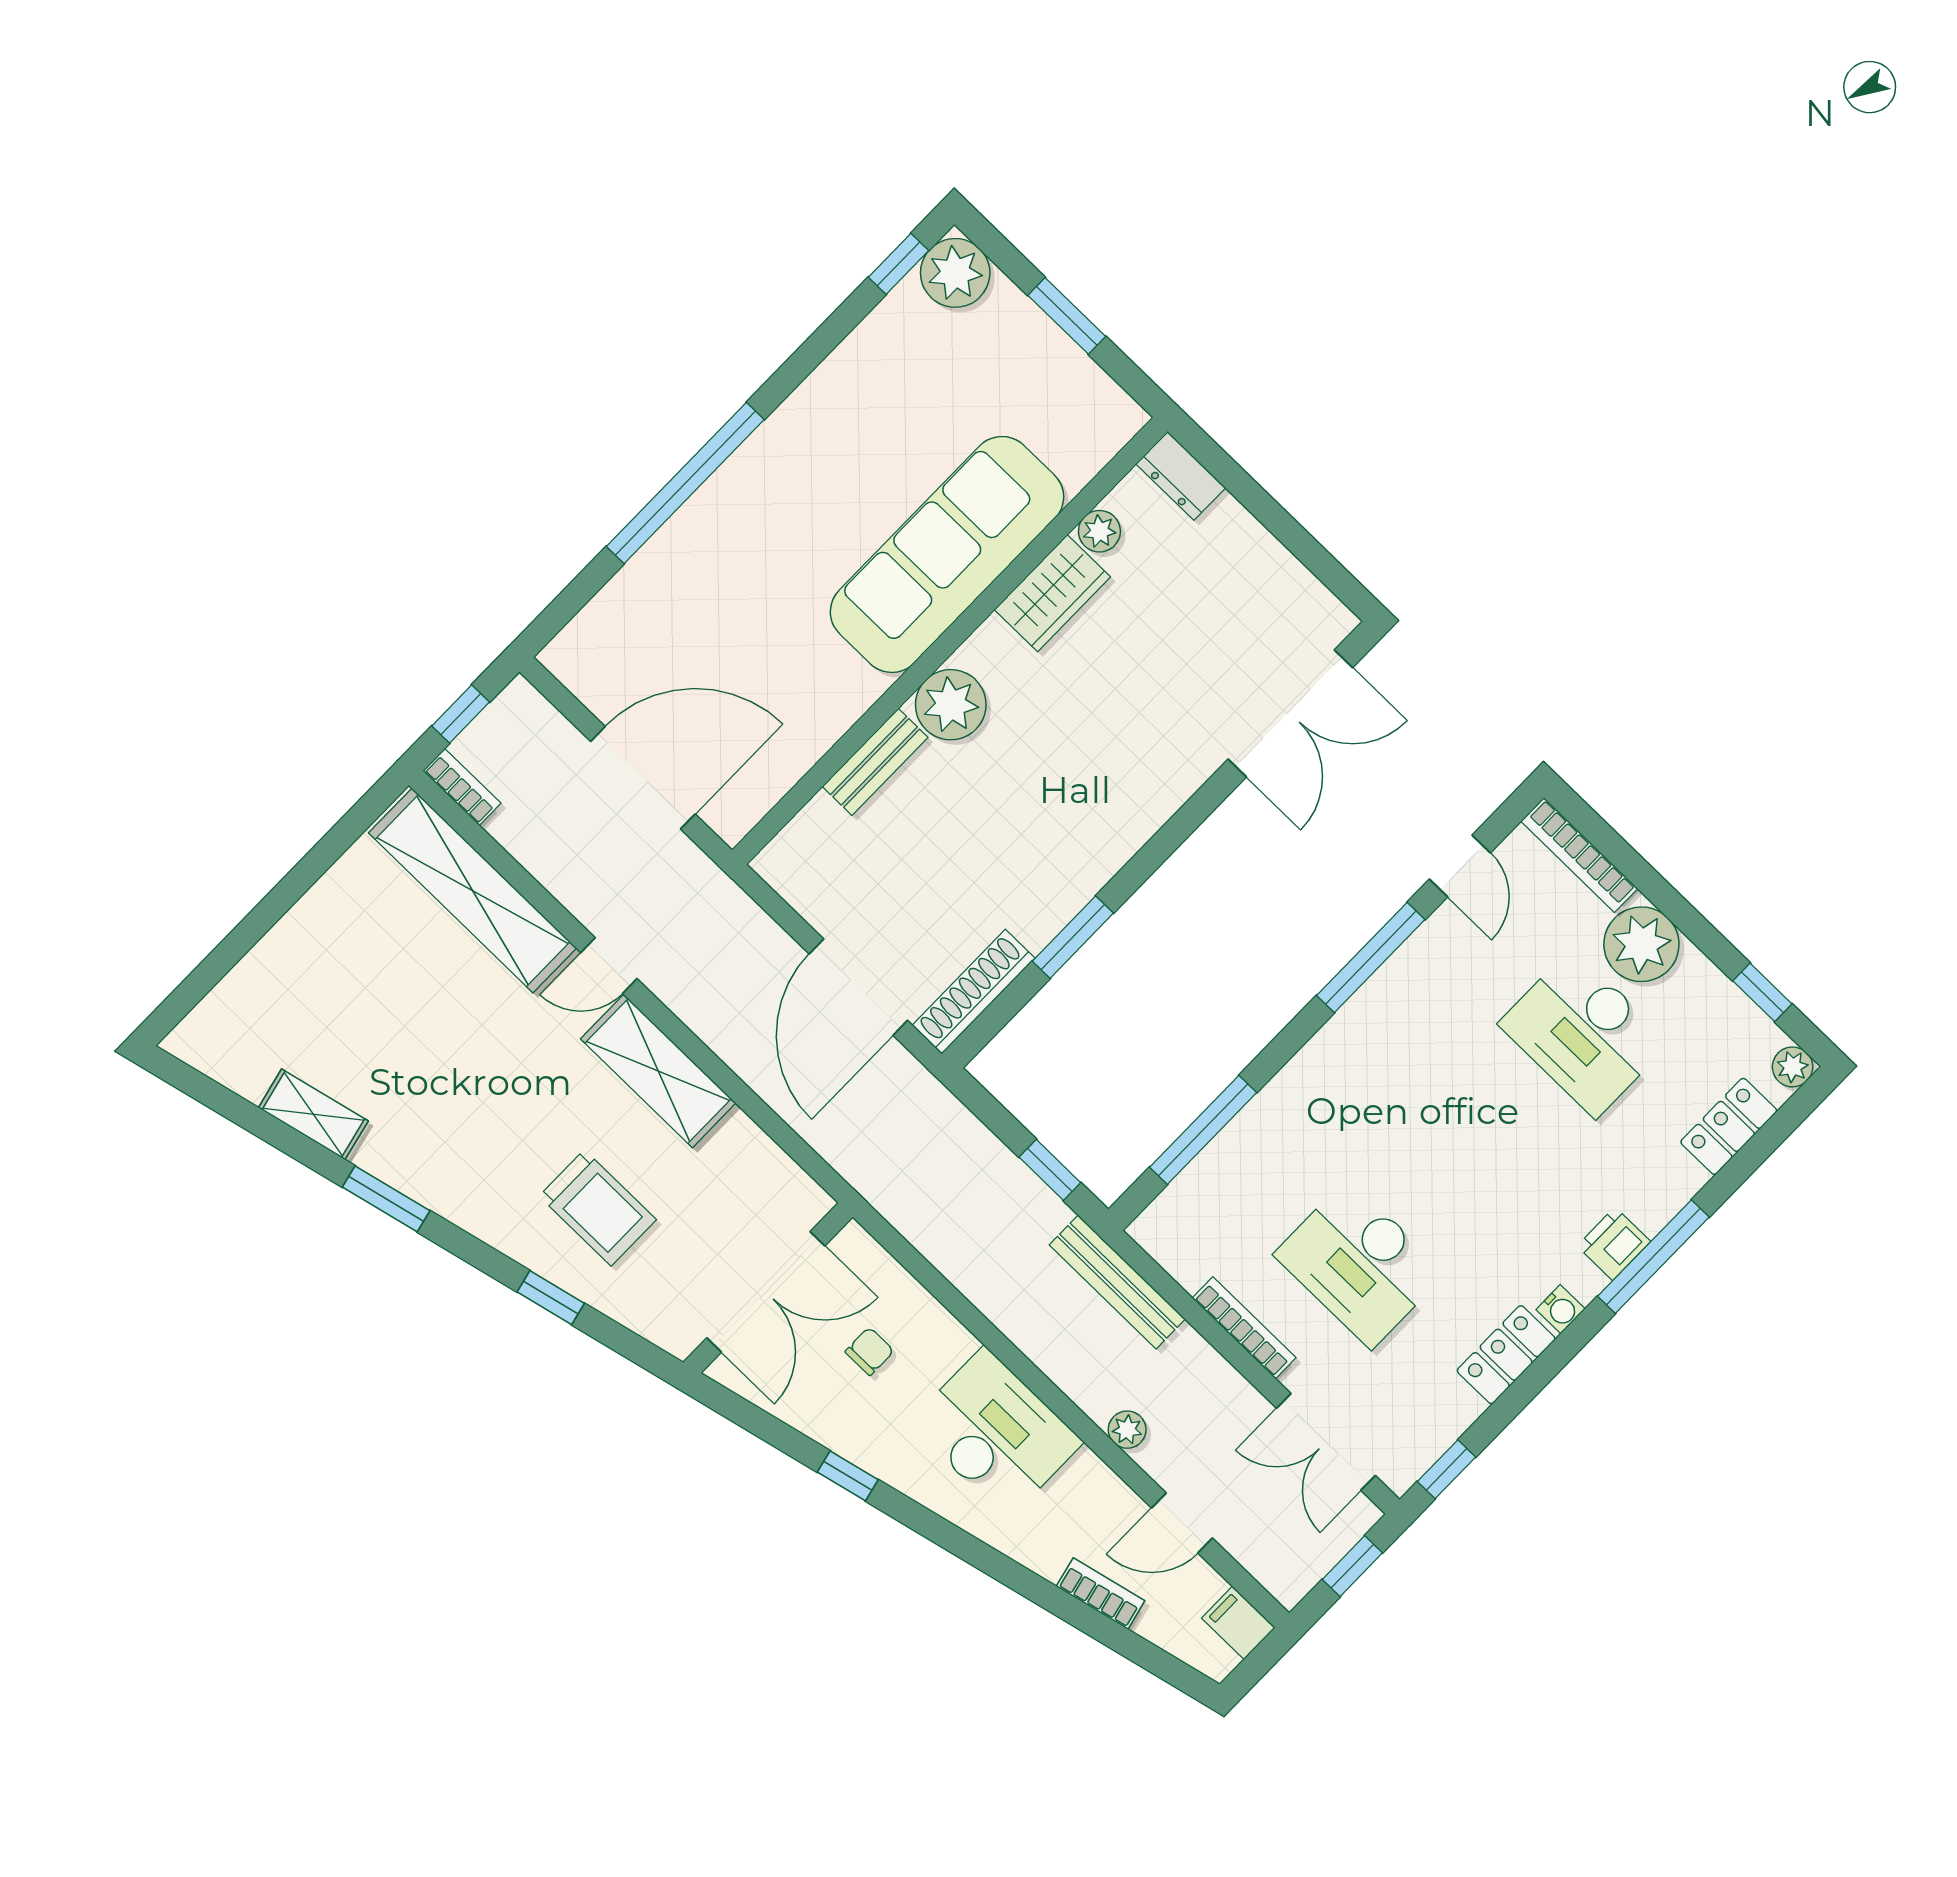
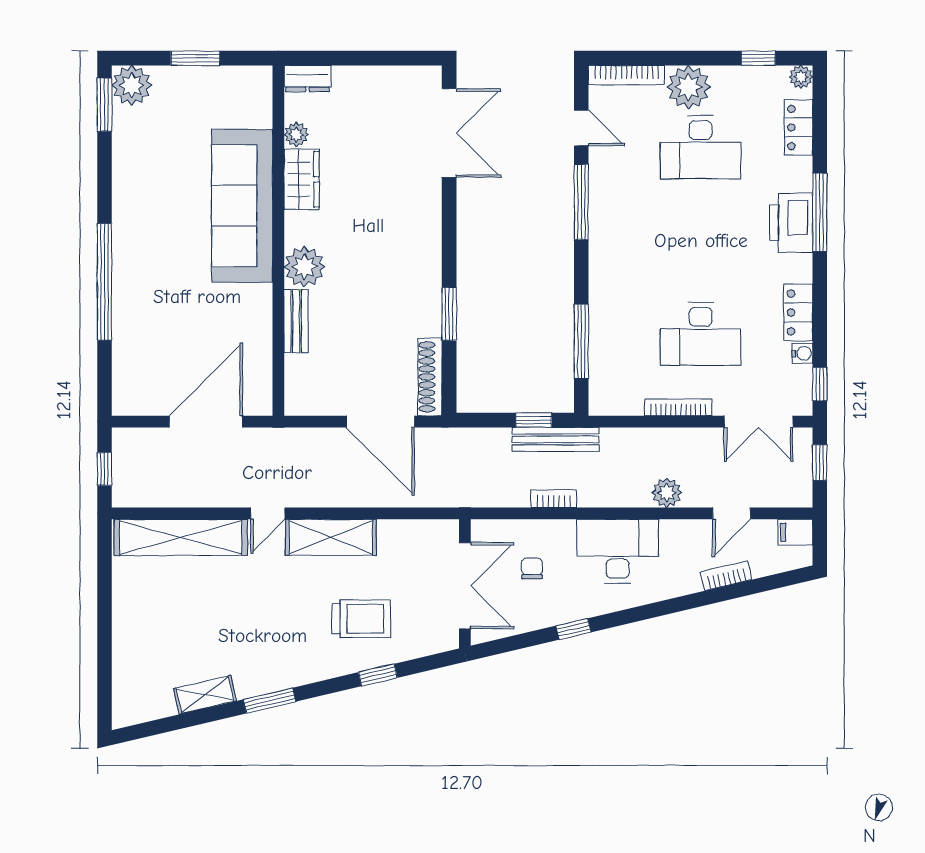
window: (898, 264) -> (104, 105), width x1.50
bookcase: (462, 787) -> (554, 499), moved
printer: (1614, 1244) -> (791, 223), width x1.87, depth x1.48
bench: (1117, 1282) -> (556, 439), moved
water cooler: (1561, 1309) -> (802, 353), moved
plant: (1127, 1430) -> (667, 493), width x1.38, depth x1.38

